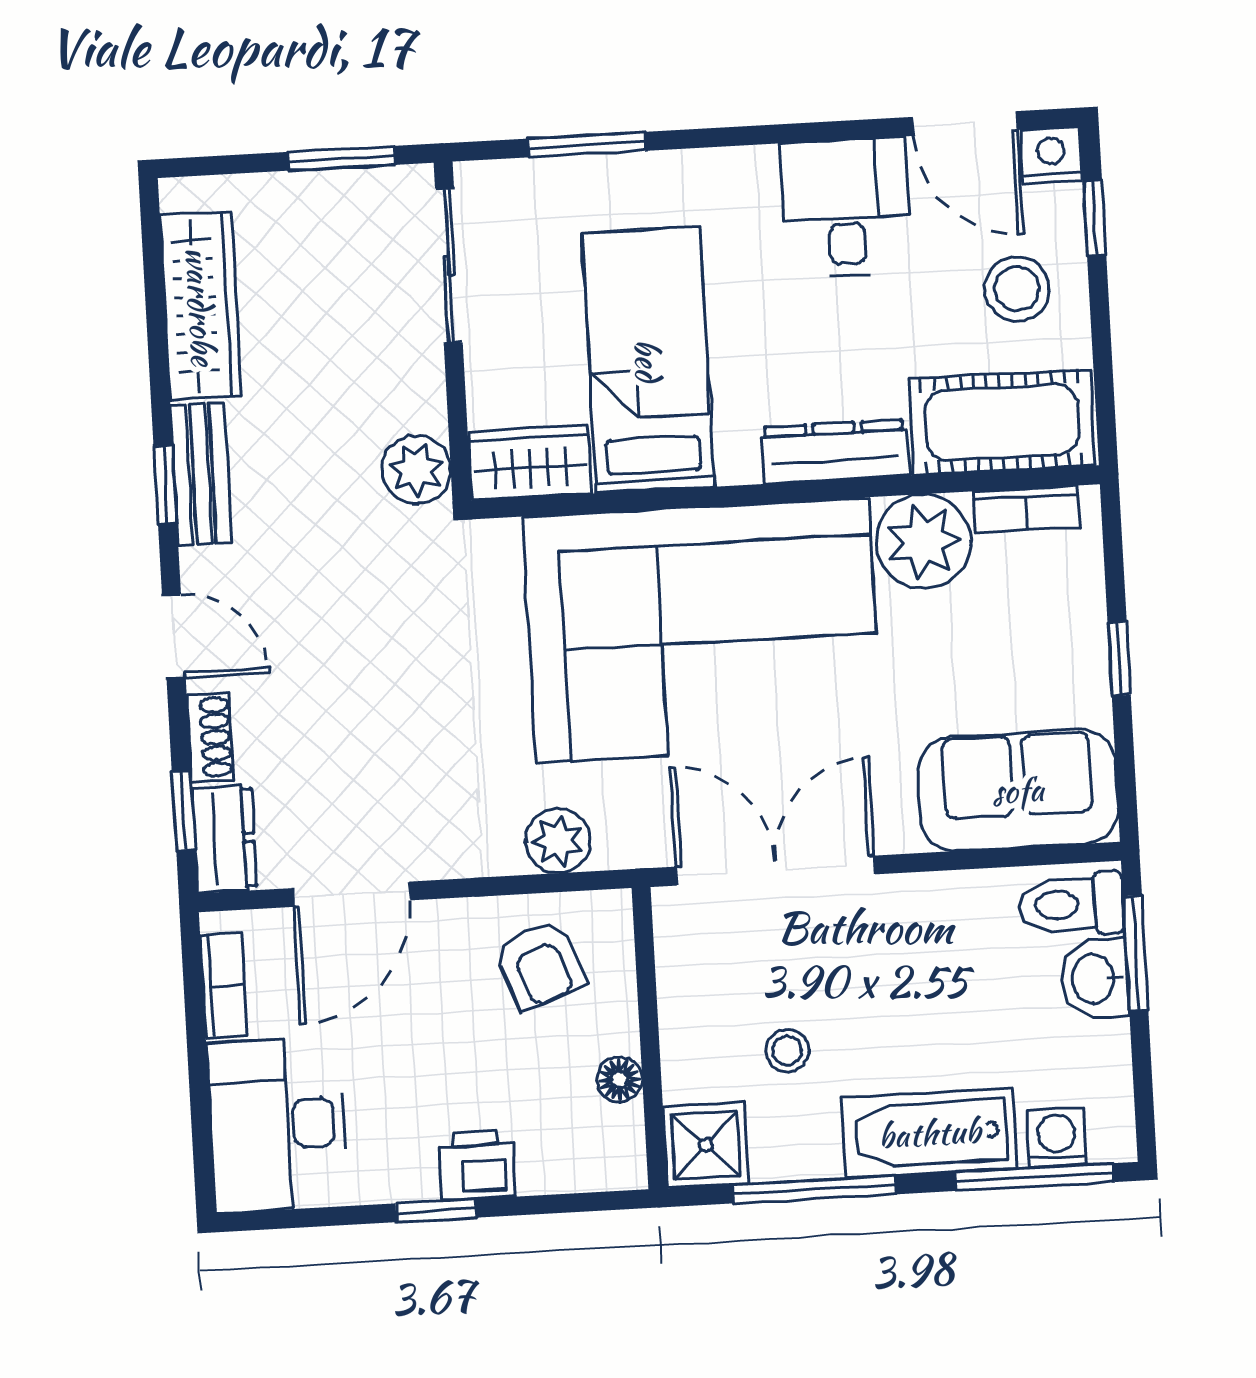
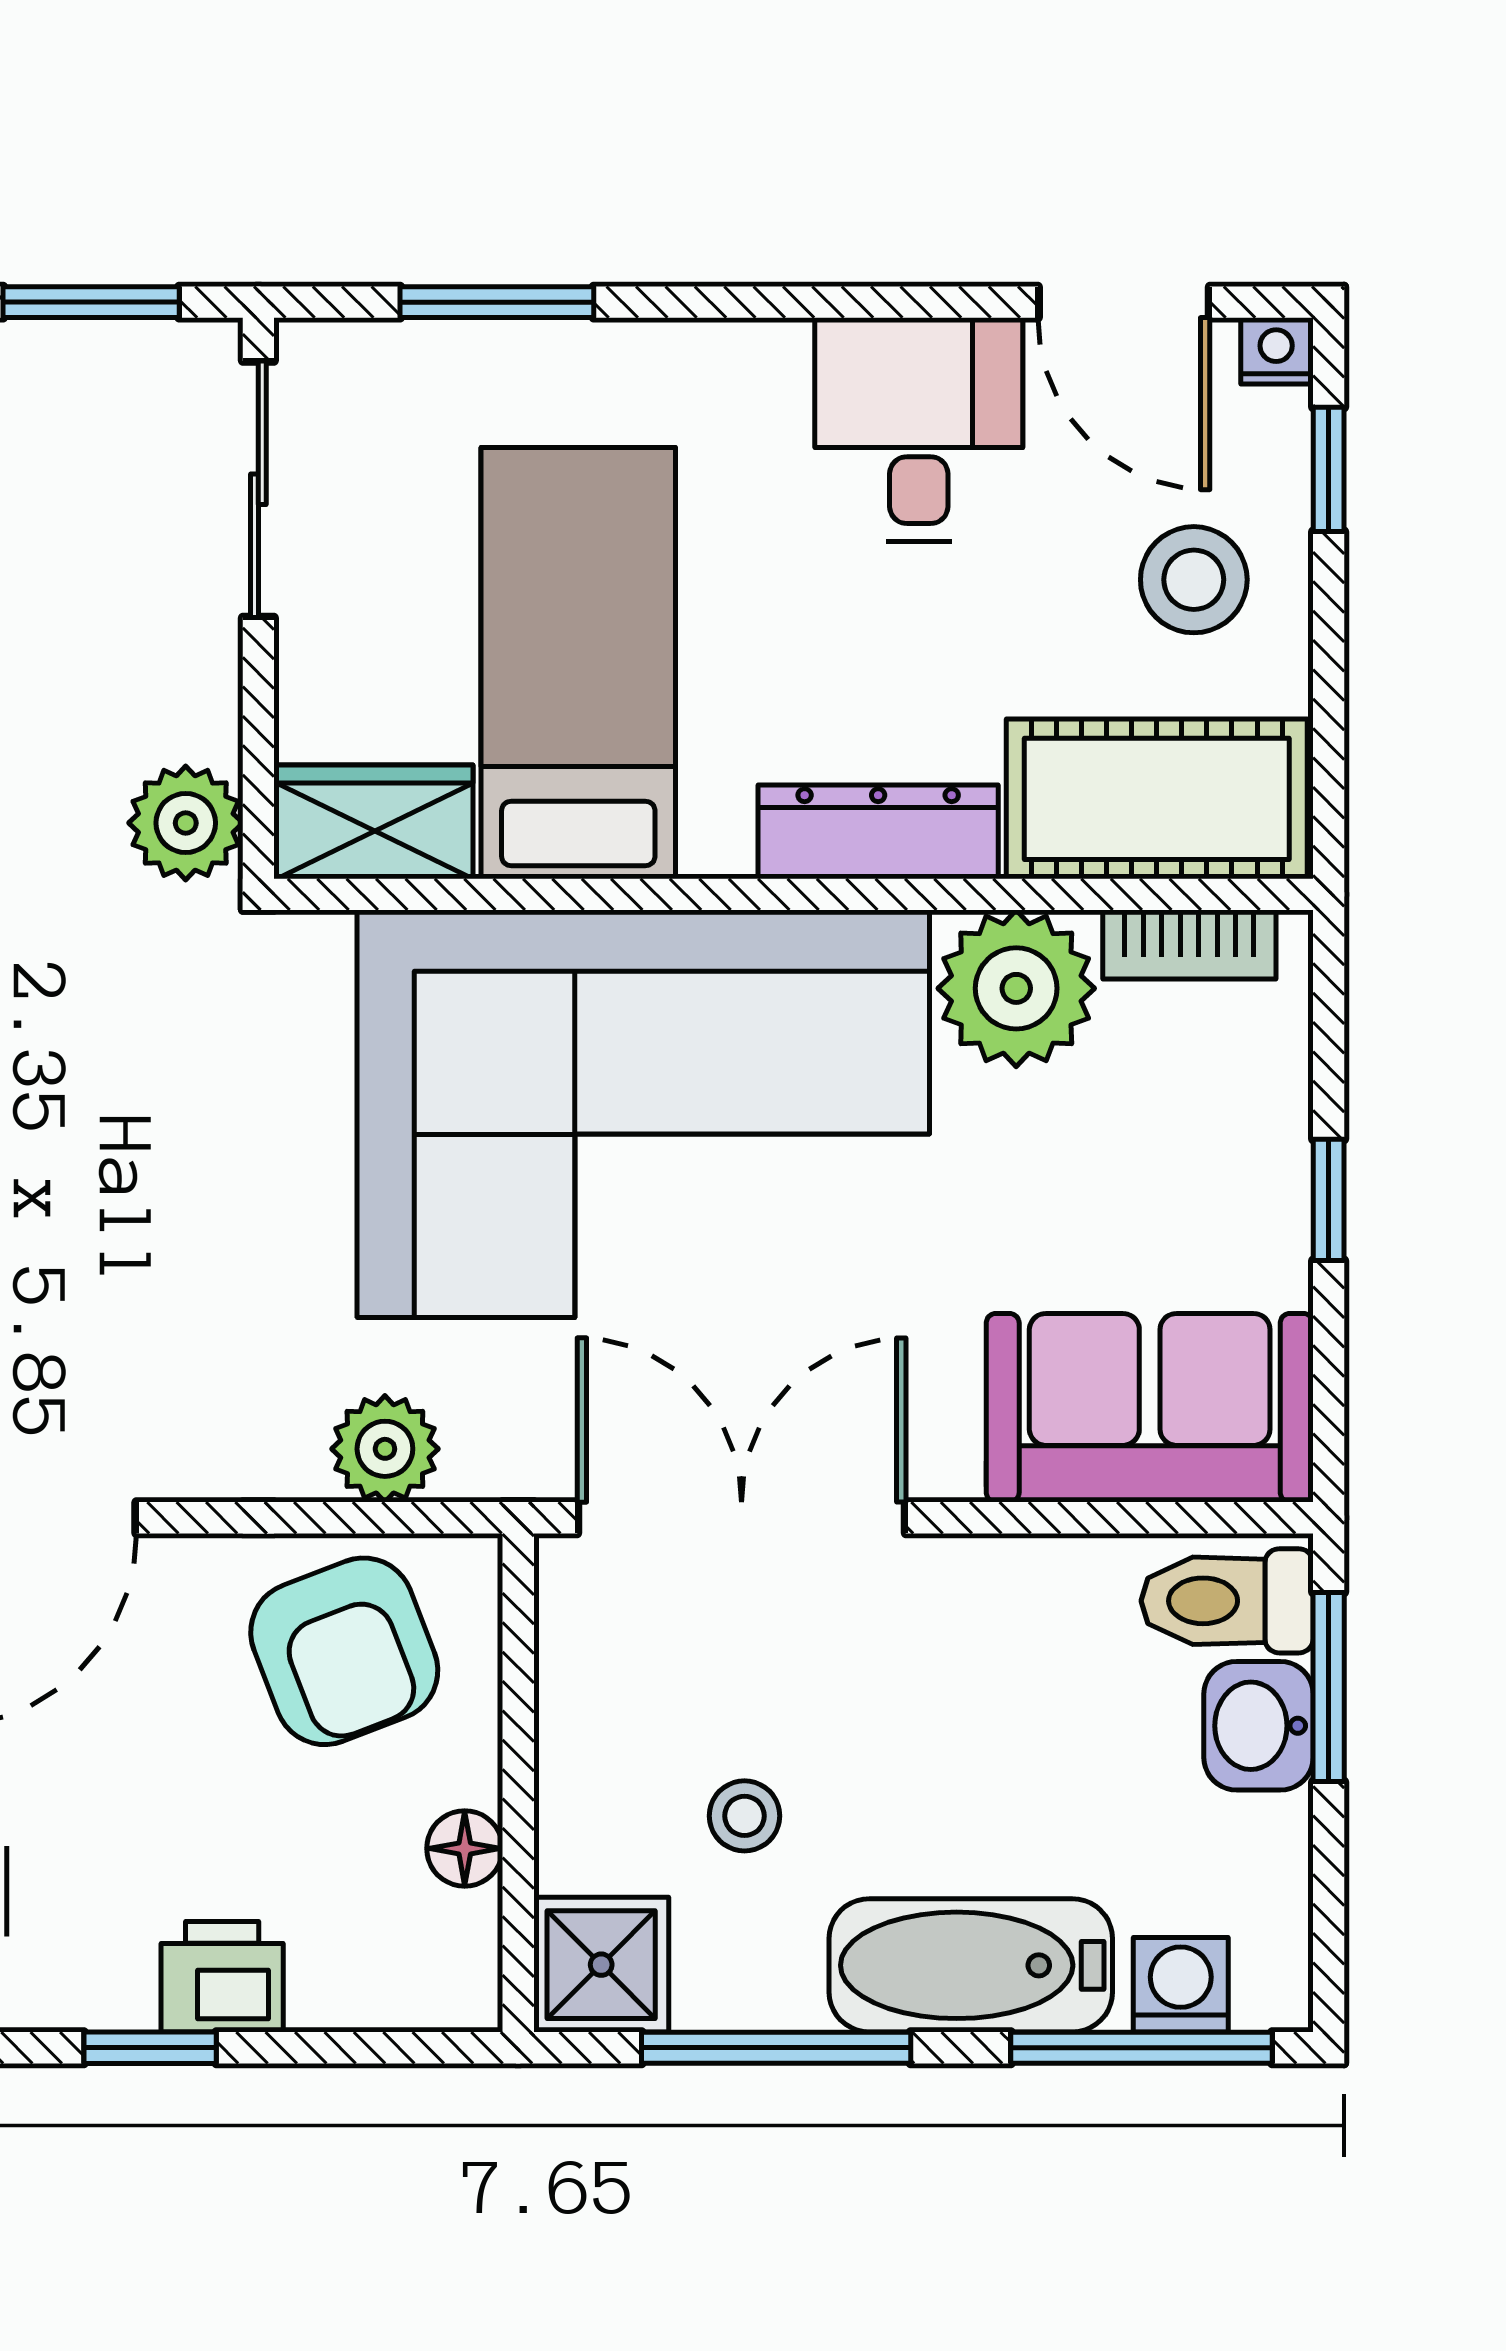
nightstand: (1051, 155) -> (1276, 351), width x0.72, depth x0.74
armchair: (540, 965) -> (344, 1651), width x1.38, depth x1.38

